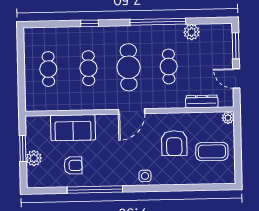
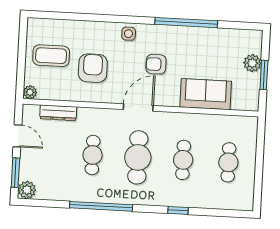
plant: (192, 32) -> (27, 190), moved
armchair: (73, 165) -> (156, 64), moved

